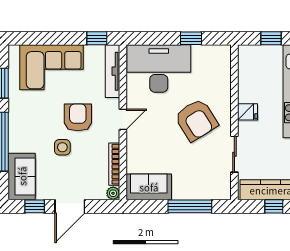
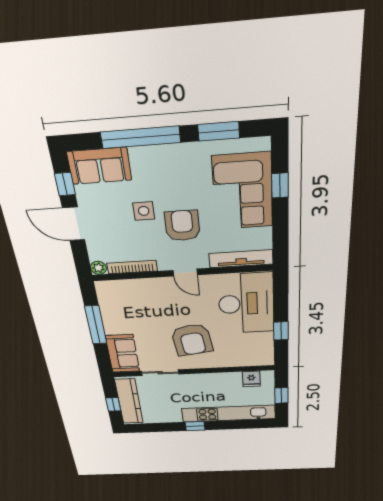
window: (97, 38) -> (280, 186), moved
fridge: (248, 112) -> (251, 379), moved
armchair: (78, 117) -> (182, 226), turned -90
armchair: (196, 120) -> (192, 340), turned -66
sofa: (149, 187) -> (123, 354), moved
window: (190, 206) -> (96, 325), moved

